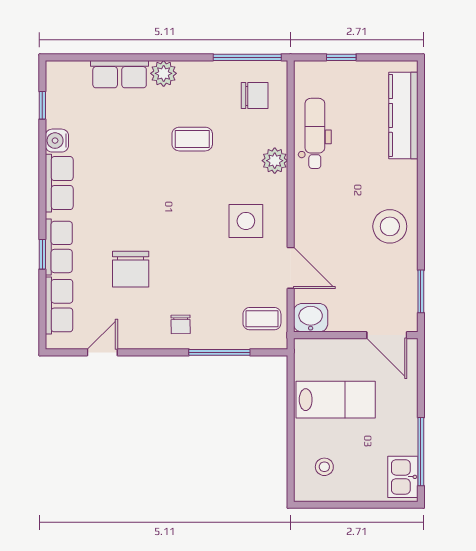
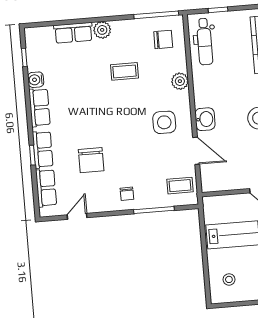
dental chair: (315, 133) -> (205, 42), moved, turned 180
washbasin: (311, 318) -> (205, 119), moved, turned 90

